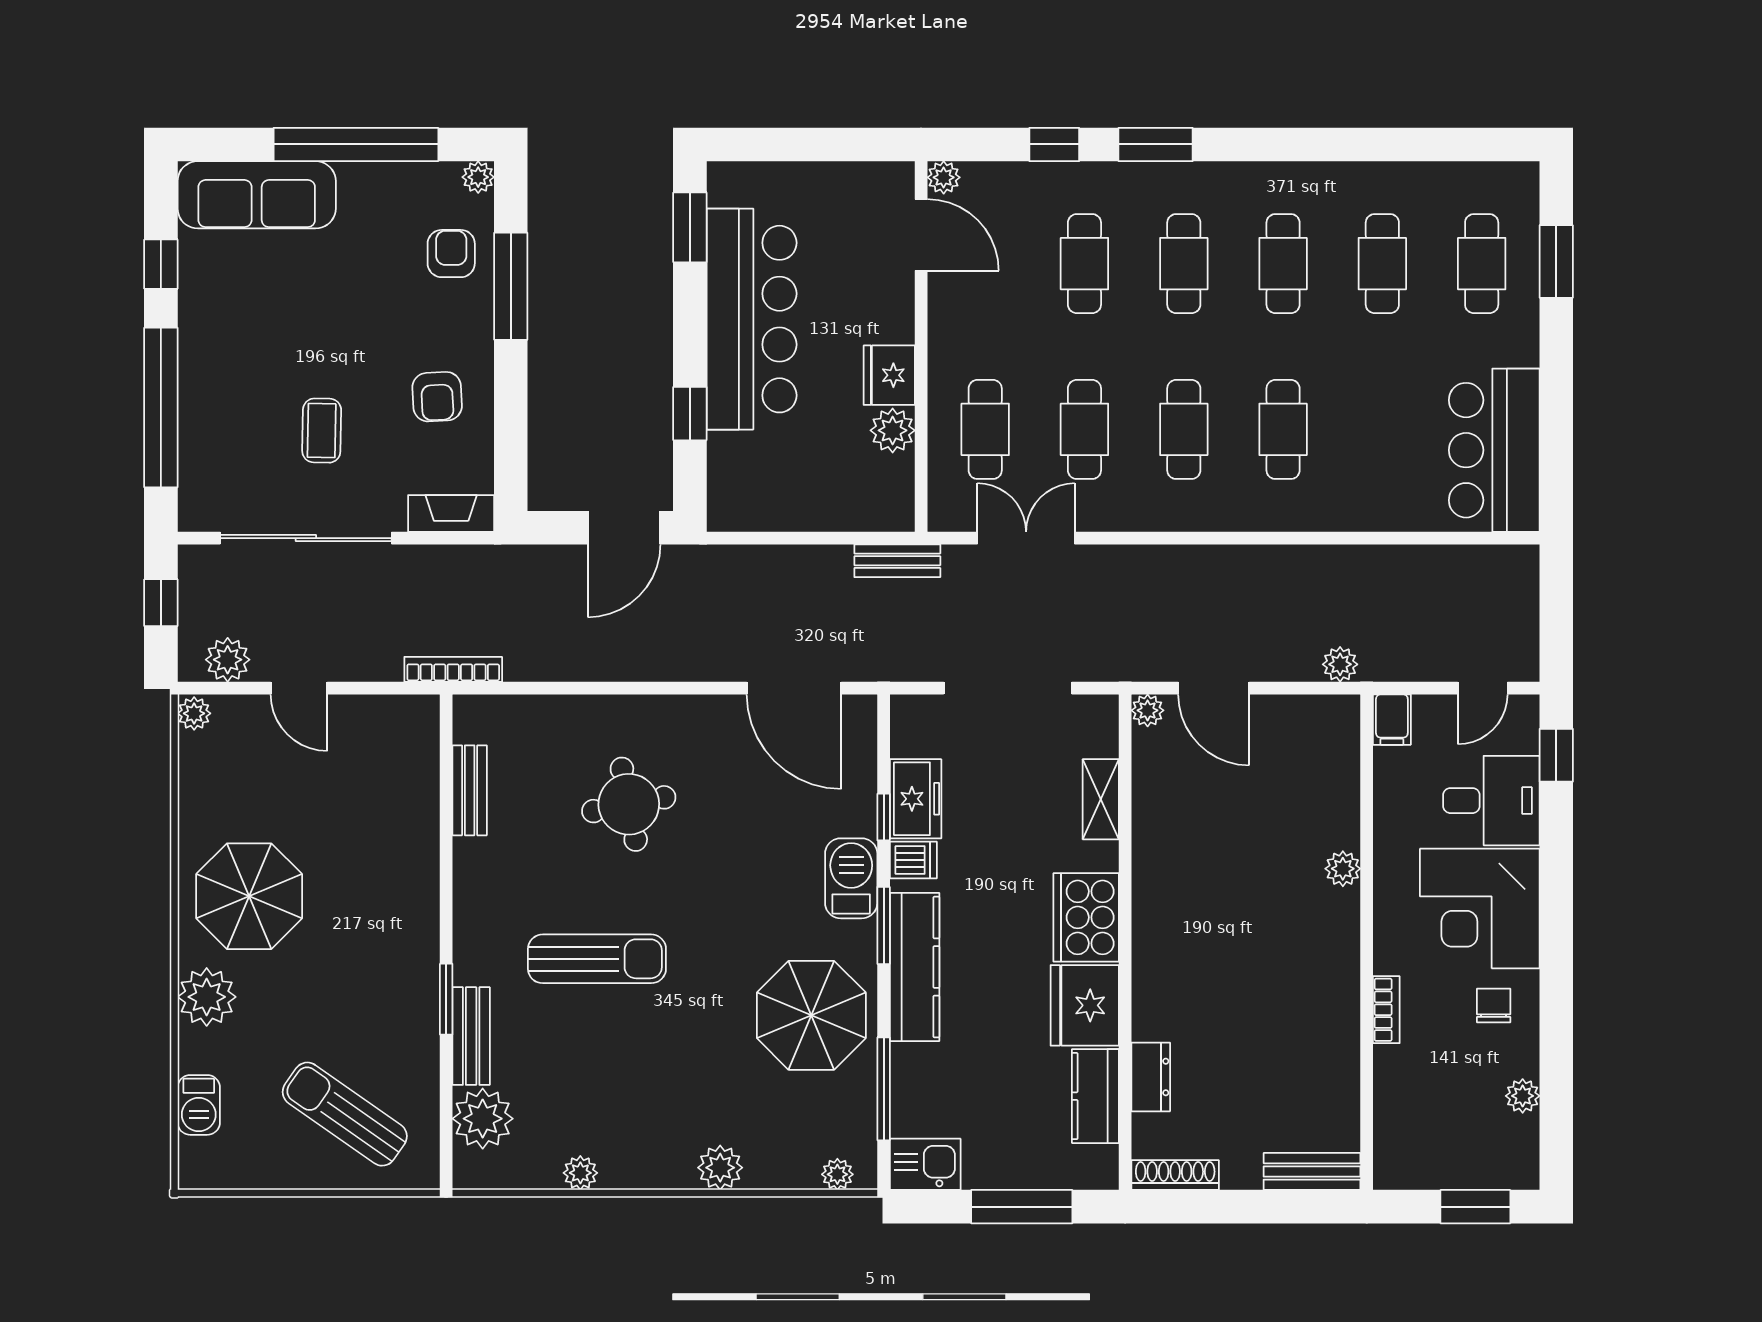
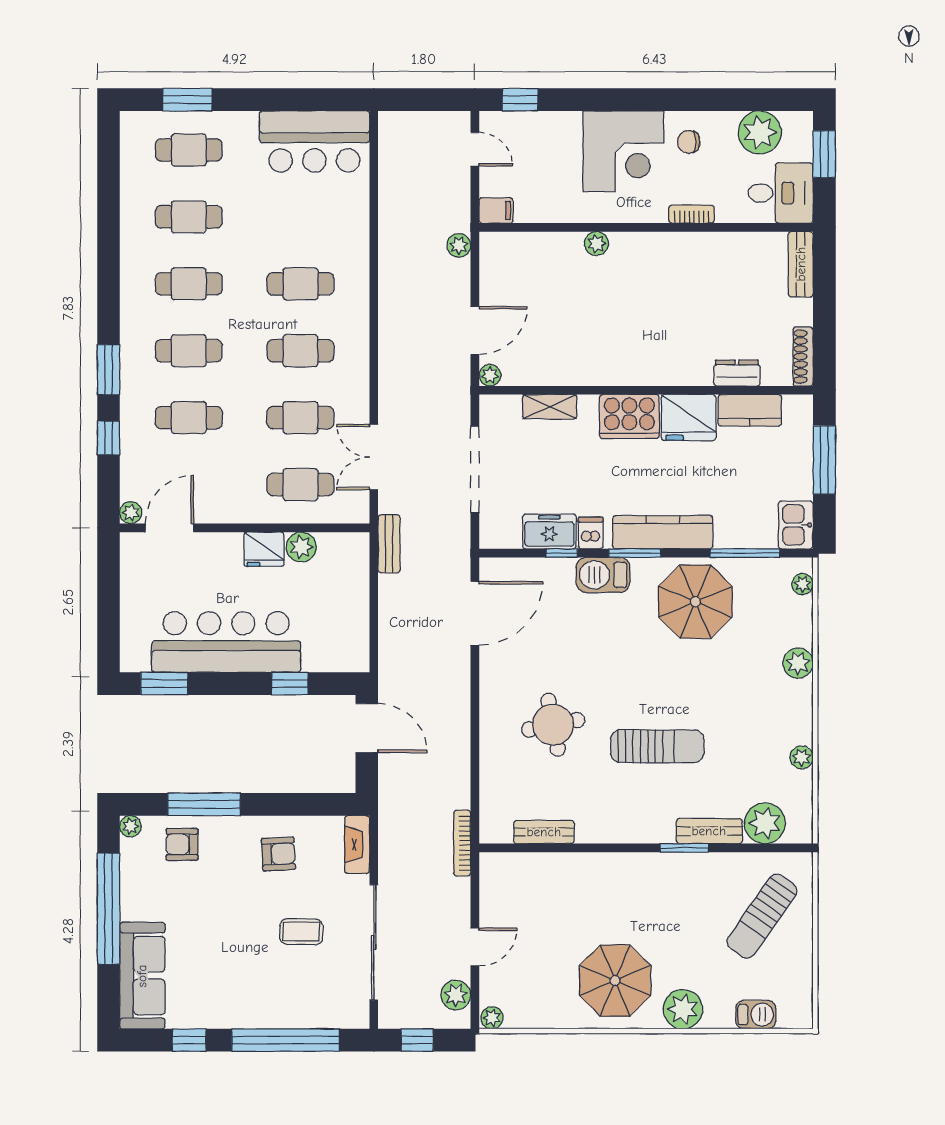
desk: (1491, 801) -> (781, 193), moved, turned 90
sun lounger: (597, 959) -> (657, 746), turned 90
plant: (1523, 1096) -> (760, 132), width x1.87, depth x1.87

